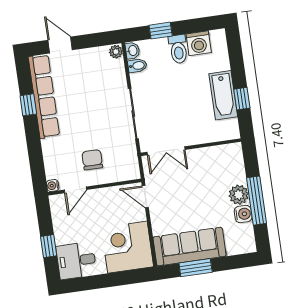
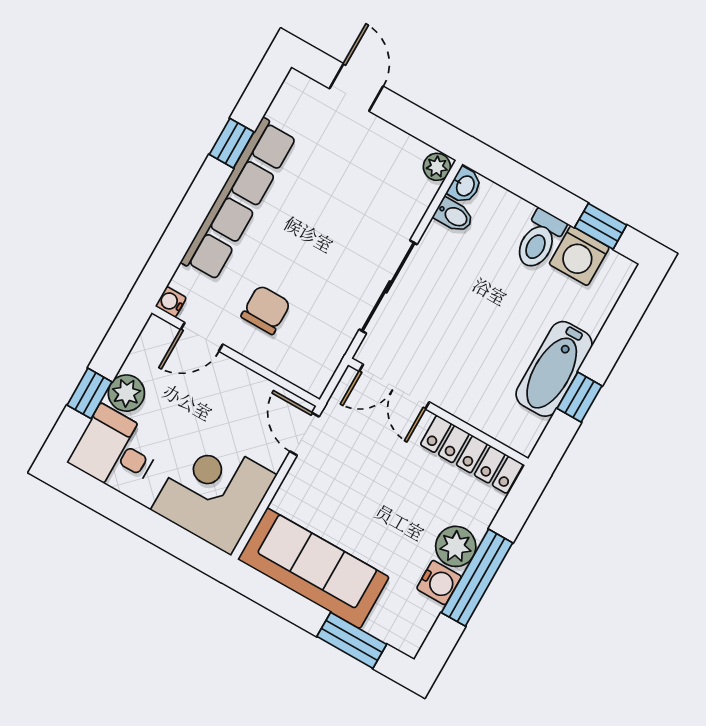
window: (161, 31) -> (601, 226), moved
row of seats: (44, 96) -> (239, 199), moved
locker: (217, 154) -> (472, 454), added
plant: (63, 235) -> (126, 393), added
window: (196, 268) -> (352, 640), moved

